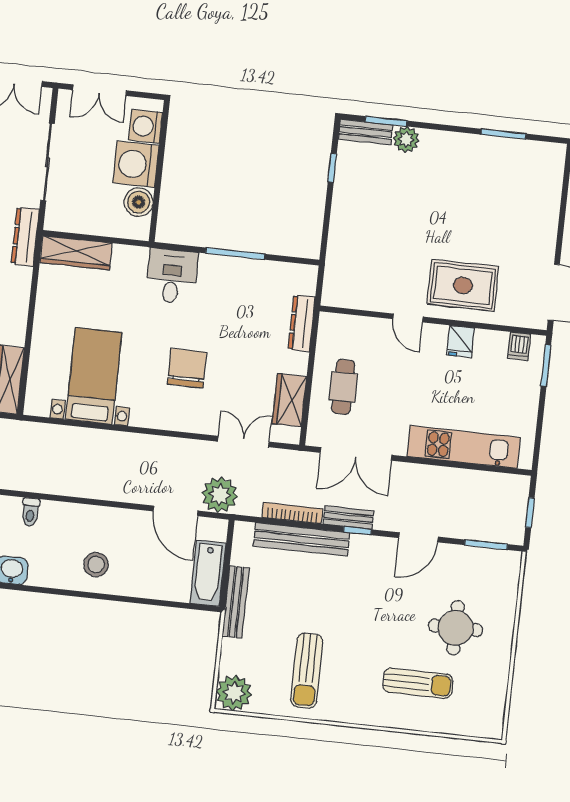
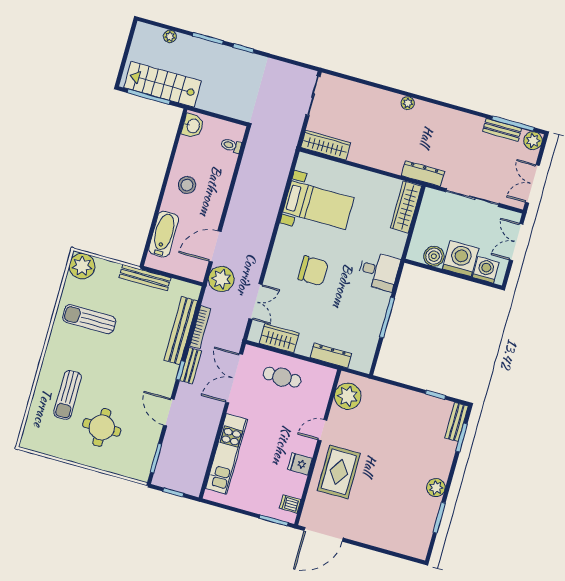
plant: (406, 139) -> (436, 488), moved
plant: (355, 290) -> (348, 396), added
bathtub: (208, 573) -> (164, 234), moved, turned 90

